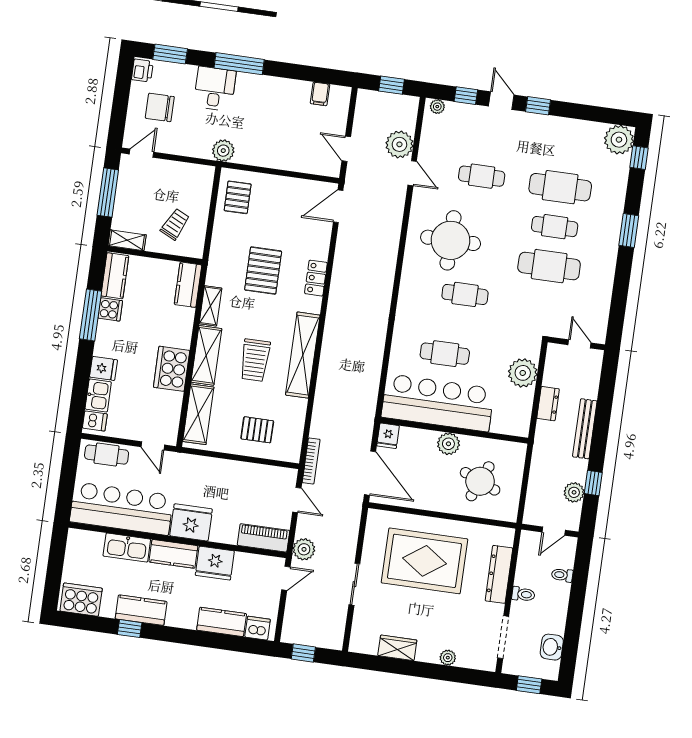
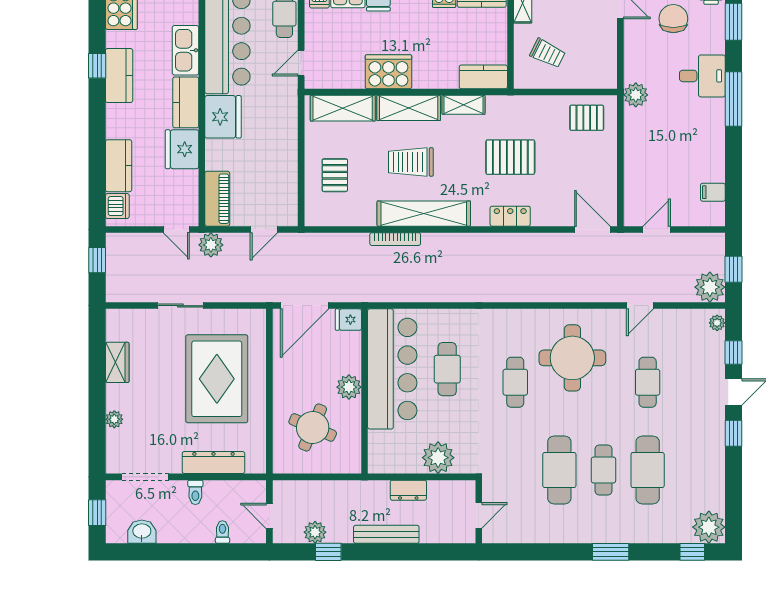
plant: (399, 144) -> (710, 287), moved
bookcase: (311, 461) -> (395, 239), moved

